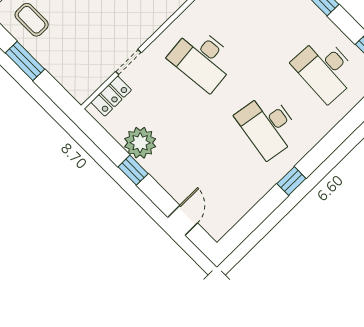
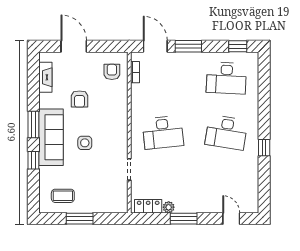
locker: (111, 96) -> (148, 206), moved, turned -90
plant: (140, 143) -> (169, 207), width x0.53, depth x0.53
window: (133, 170) -> (184, 219), width x1.50

